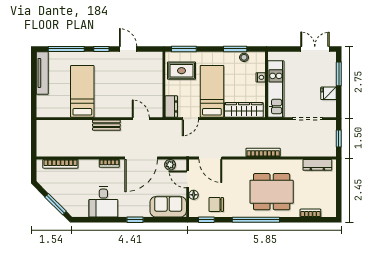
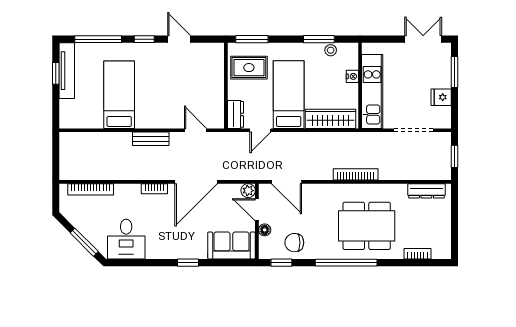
window: (34, 75) -> (56, 73), added
plant: (170, 165) -> (248, 191), moved
desk: (103, 202) -> (126, 239), moved

